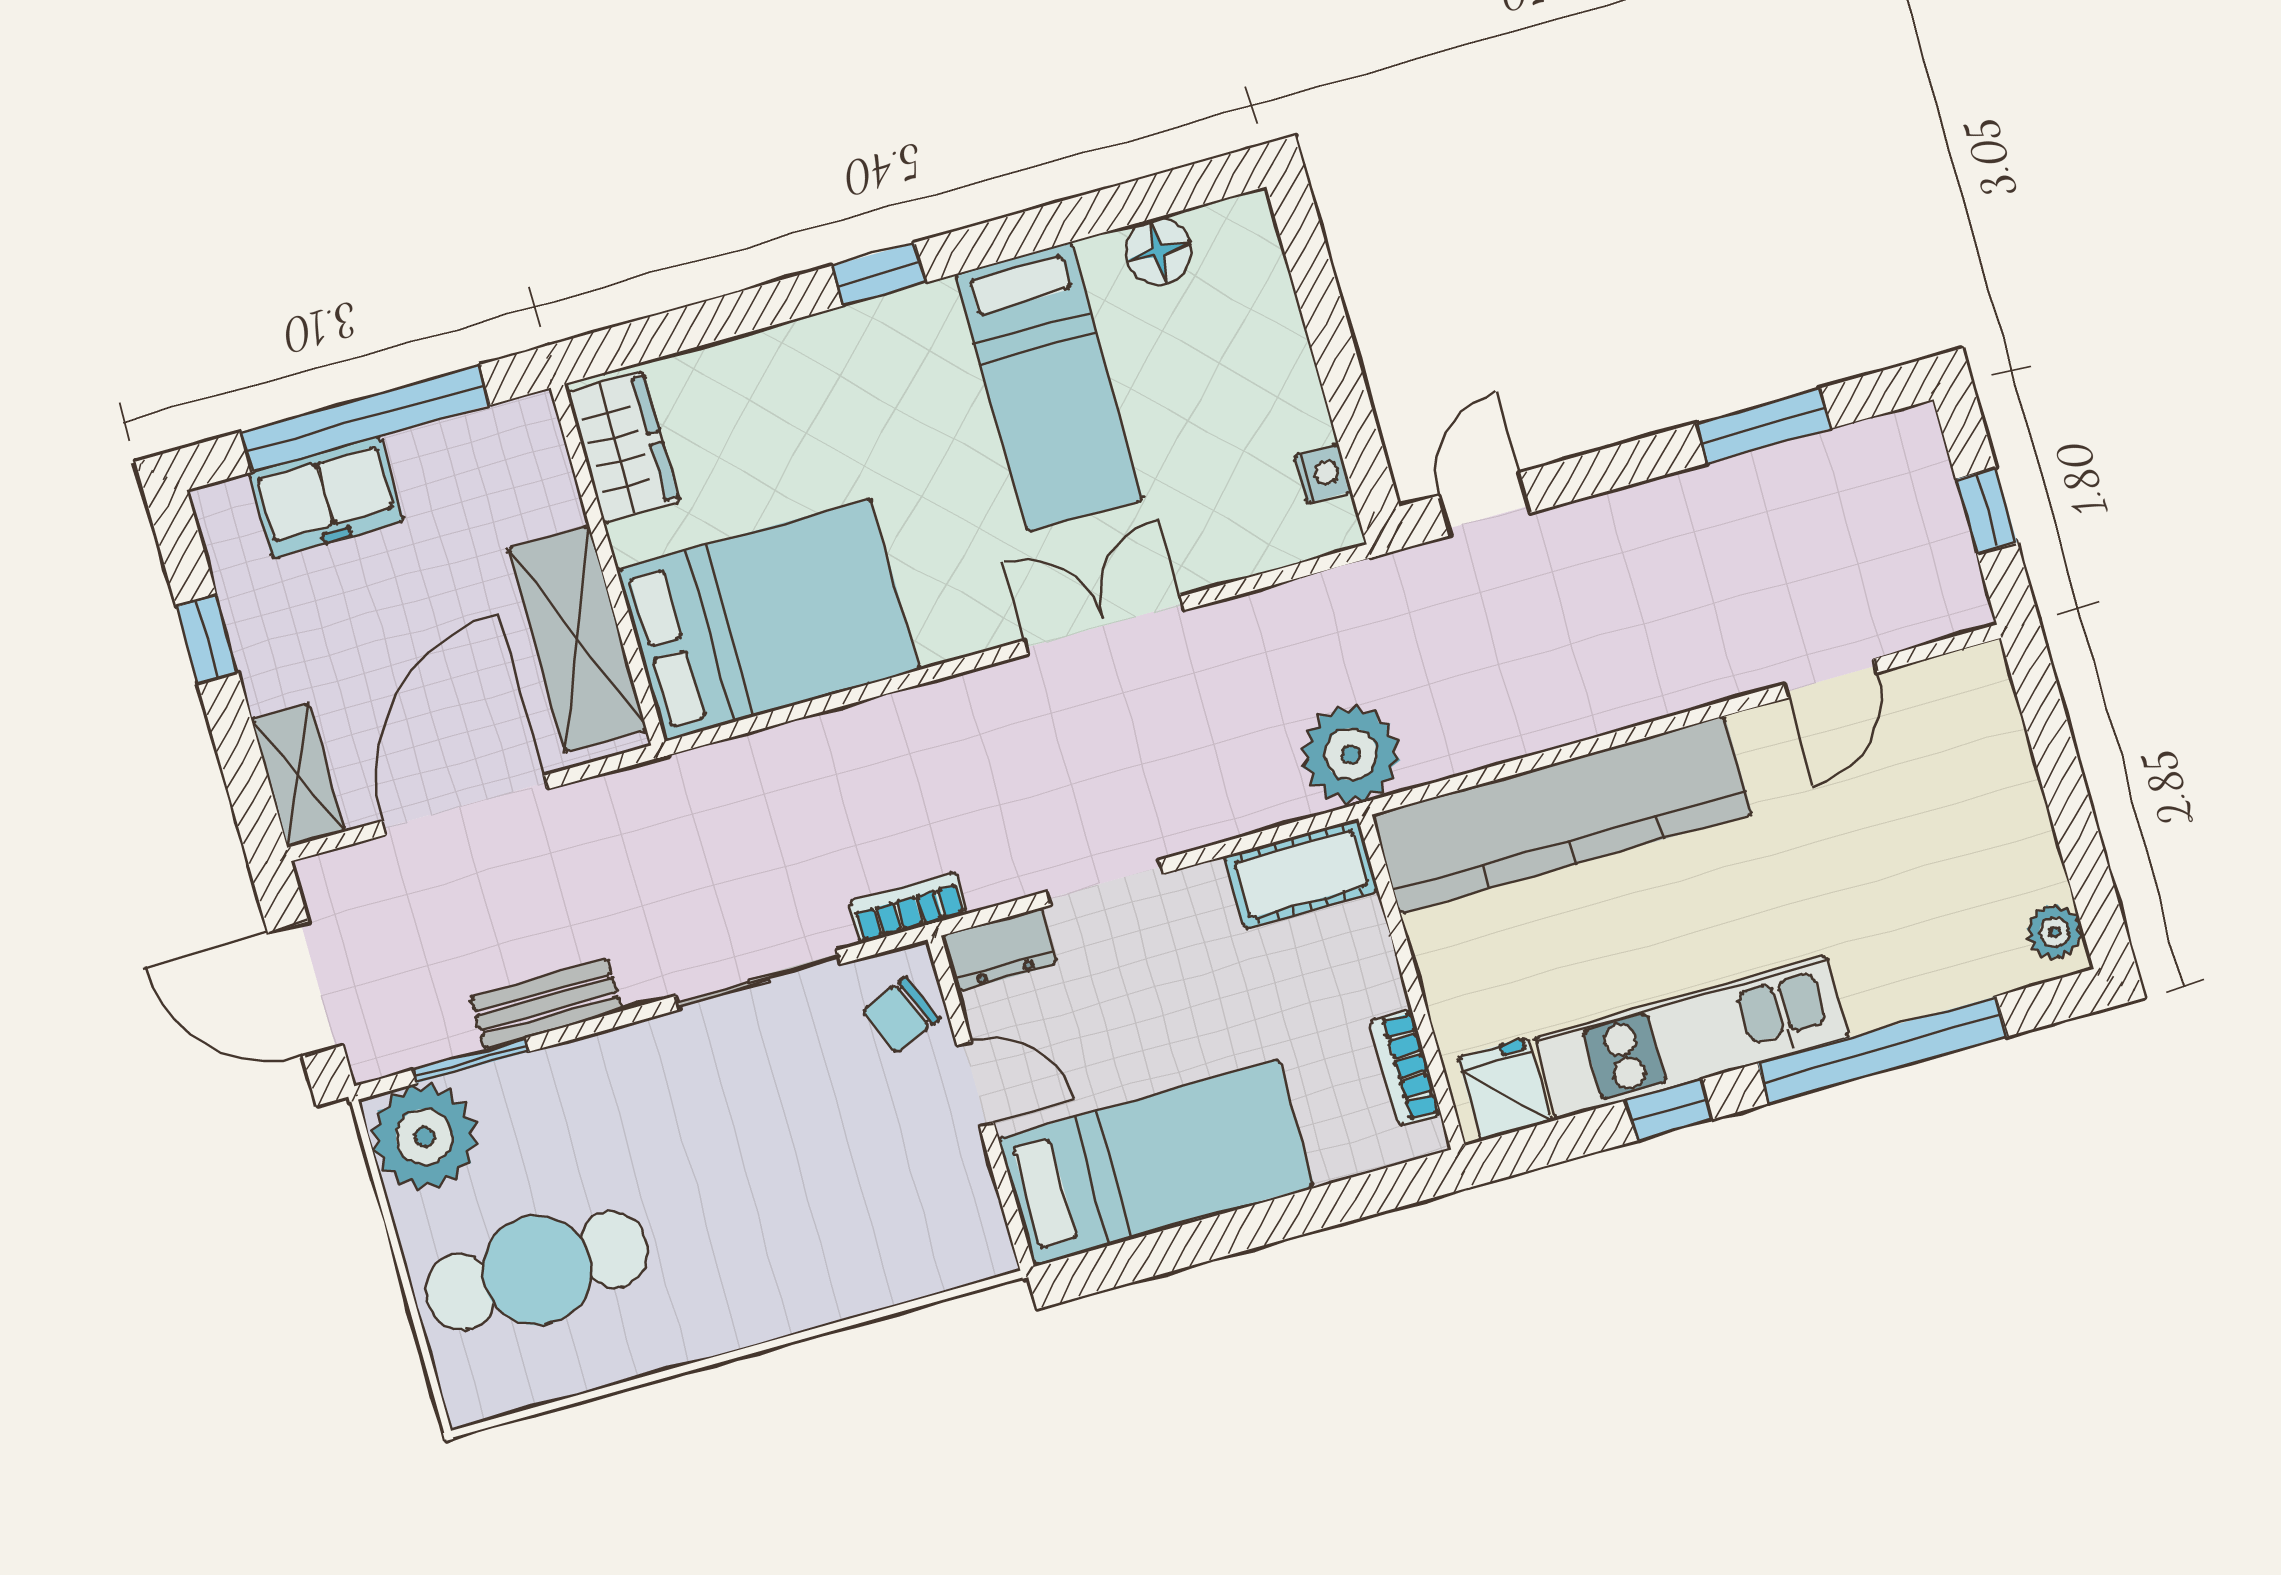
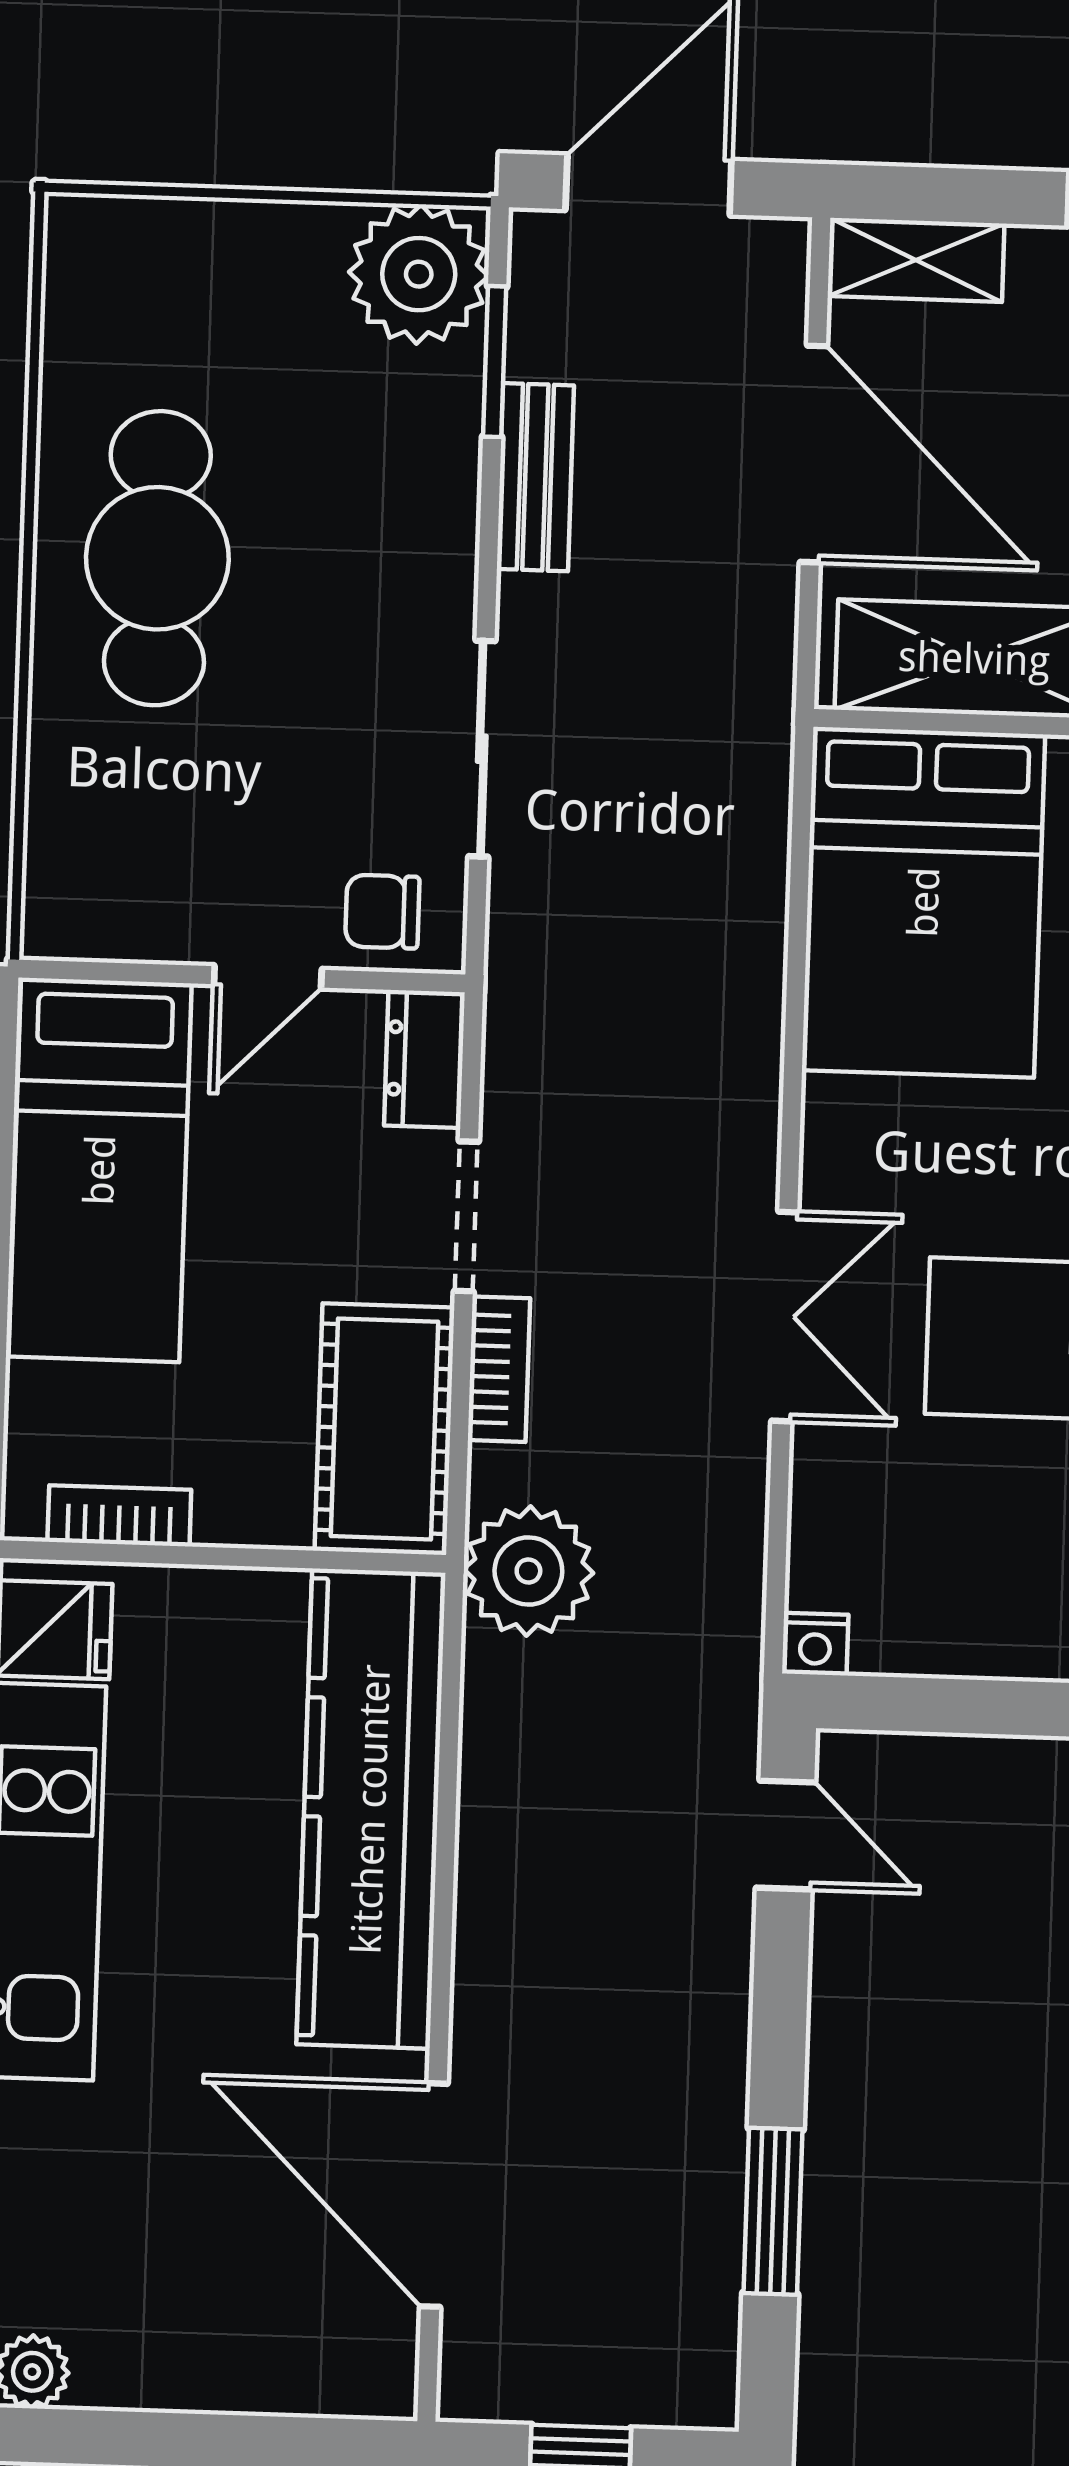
nightstand: (1323, 474) -> (815, 1644), moved
door: (1831, 678) -> (434, 2195), width x1.88
cot: (1301, 874) -> (384, 1429), width x1.37, depth x1.34
bookcase: (908, 908) -> (499, 1369), moved
chair: (901, 1015) -> (382, 912), turned -67
cafe table: (537, 1271) -> (157, 558), moved

